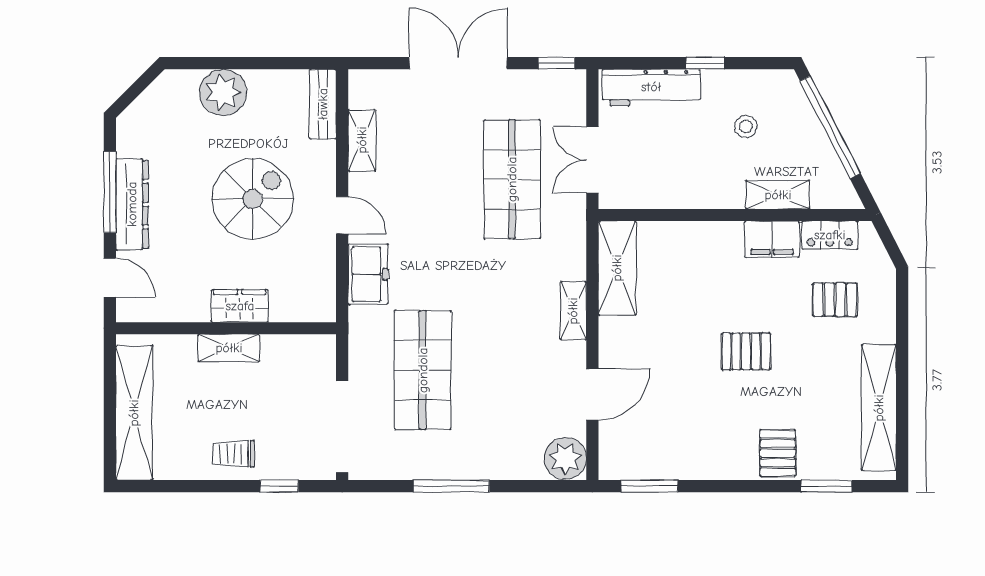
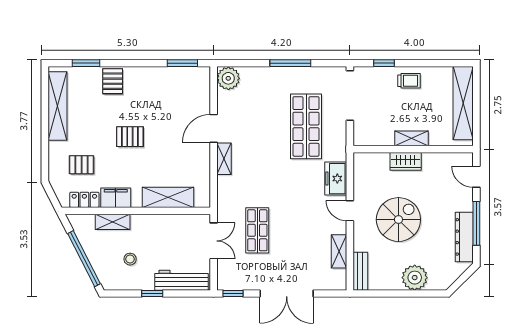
shop shelf: (512, 179) -> (257, 230), width x0.70, depth x0.74
spiral stairs: (253, 199) -> (398, 220), turned 180
dresser: (132, 204) -> (464, 237), moved
shelving: (617, 268) -> (168, 197), moved, turned 90
door: (592, 394) -> (214, 128), moved

